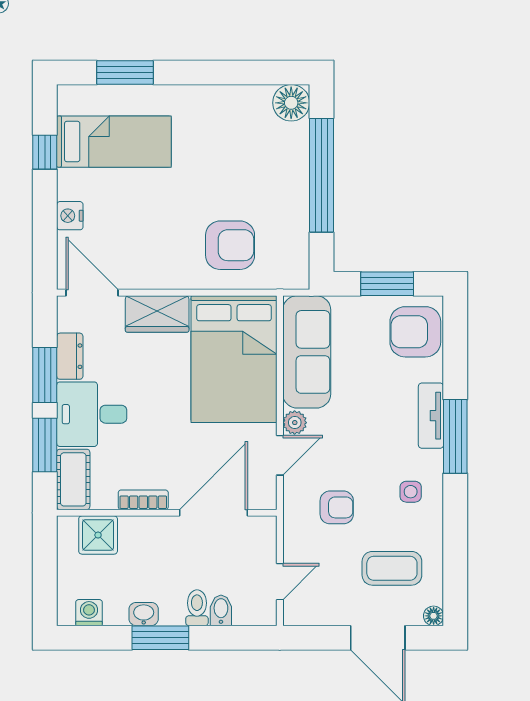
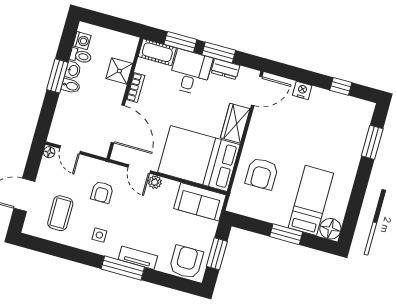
bed: (114, 142) -> (311, 200), moved, turned 180
window: (321, 175) -> (286, 234), width x0.47
sofa: (307, 352) -> (200, 202), width x0.73
shower: (98, 535) -> (119, 71), moved
toilet: (197, 608) -> (81, 56), moved
bidet: (221, 610) -> (71, 86), moved
floor lamp: (434, 616) -> (49, 152), moved

